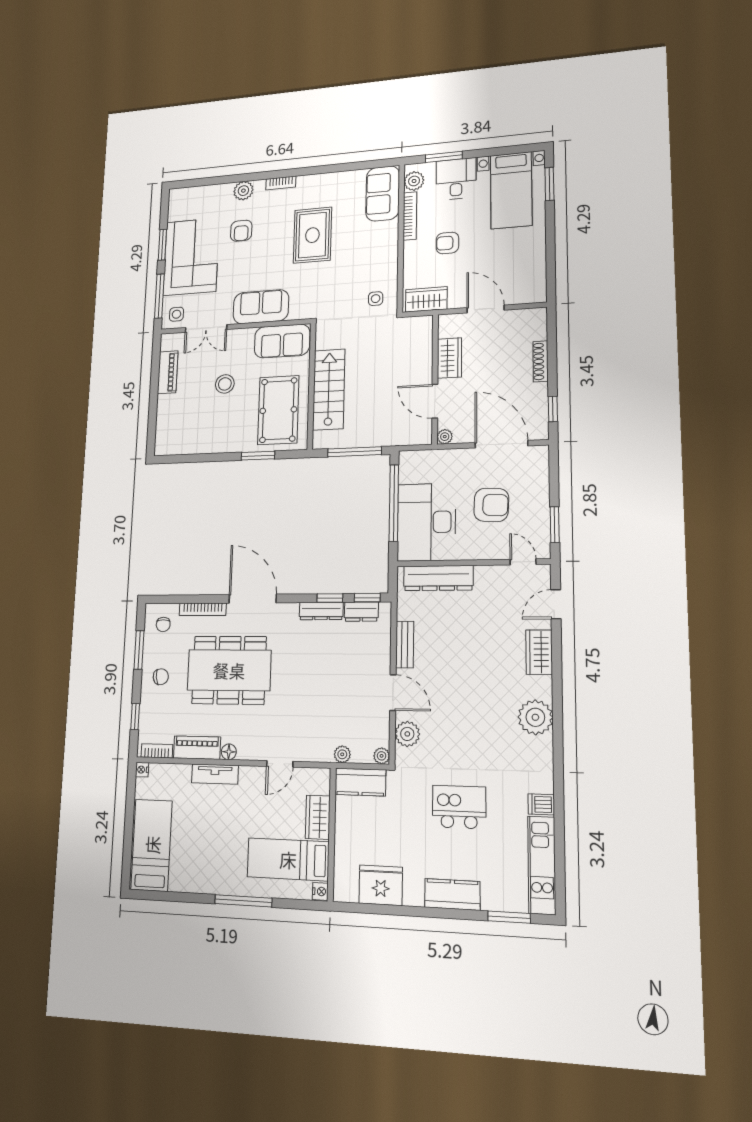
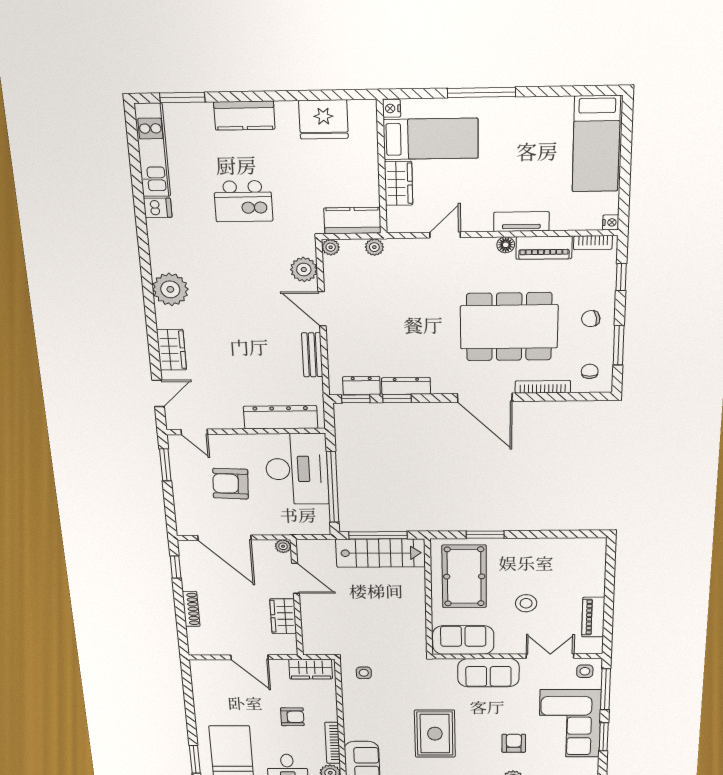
stairs: (329, 390) -> (381, 553), moved, turned -90

